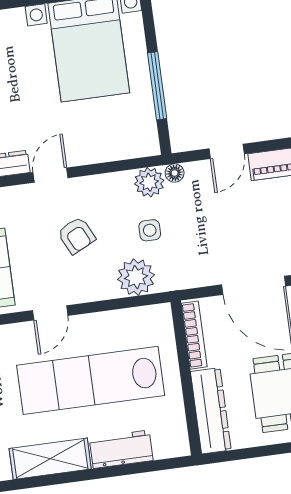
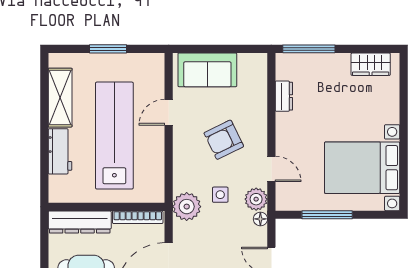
door: (51, 175) -> (271, 169), moved
armchair: (77, 235) -> (224, 140), width x1.38, depth x1.38
plant: (136, 277) -> (187, 207), moved
door: (50, 313) -> (169, 112), hinge flipped

